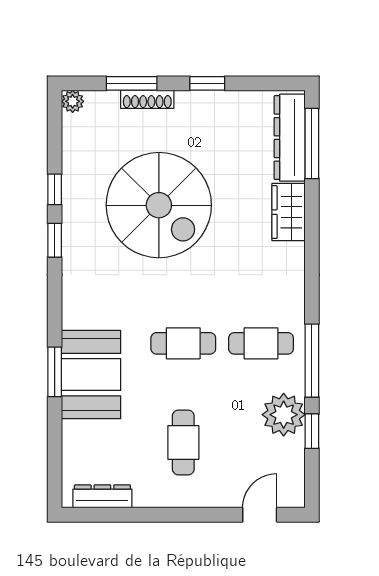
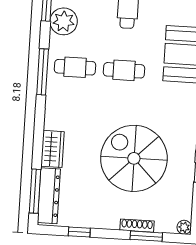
window: (207, 83) -> (79, 232), moved
window: (312, 361) -> (43, 72), moved

